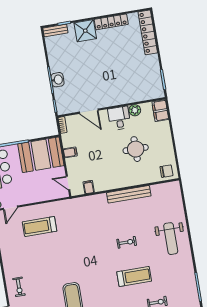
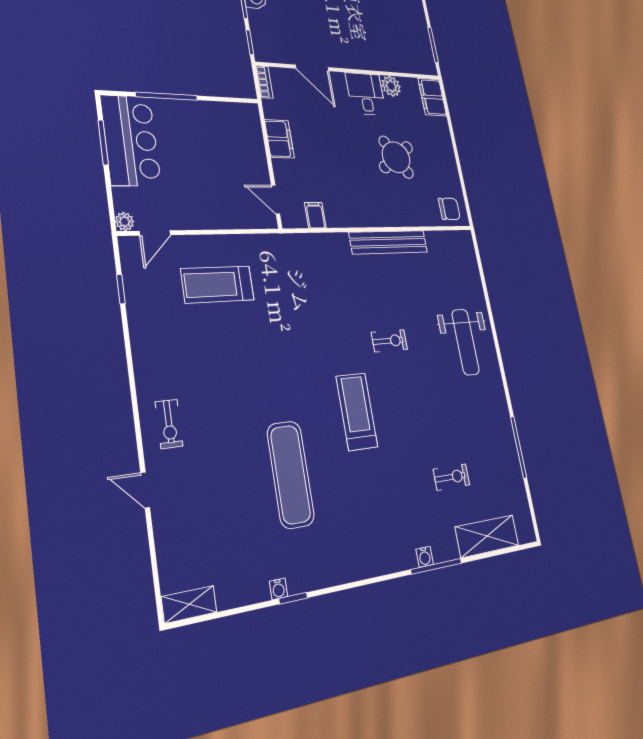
round table: (136, 149) -> (396, 157), turned -34
filing cabinet: (70, 152) -> (279, 139), width x2.00
booth: (41, 155) -> (222, 131), removed
treadmill: (134, 276) -> (357, 411), moved, turned -90

